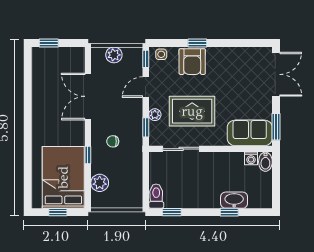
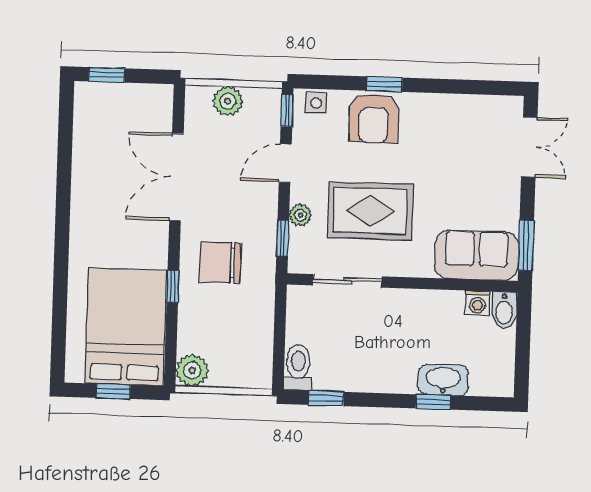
double door: (276, 74) -> (529, 147), width x0.73
chair: (113, 141) -> (220, 263), width x1.87, depth x1.87
plant: (100, 183) -> (192, 370), moved

